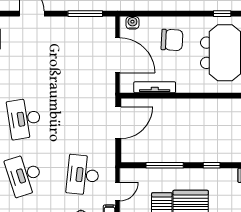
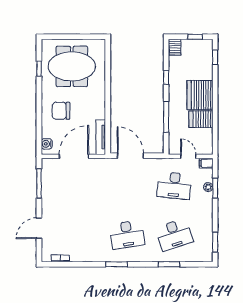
chair: (172, 40) -> (61, 111), turned -93
tv unit: (155, 87) -> (101, 137), moved

